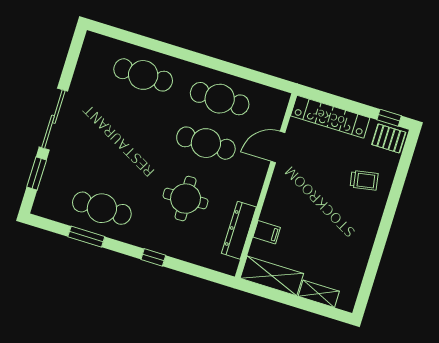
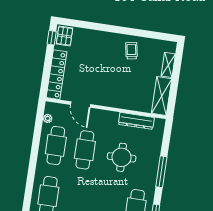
plant: (264, 92) -> (48, 118), added
trolley: (364, 180) -> (132, 51), moved
filing cabinet: (267, 232) -> (135, 103), removed
window: (153, 257) -> (161, 172), width x2.17

